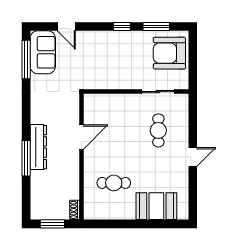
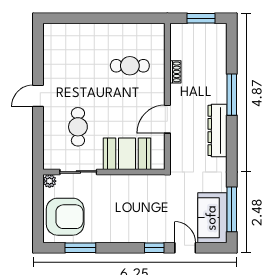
window: (122, 26) -> (154, 248), moved
plant: (183, 84) -> (50, 181), added
dresser: (38, 147) -> (217, 130), moved
booth: (156, 206) -> (127, 154), moved
shoe rack: (75, 210) -> (175, 72), moved

